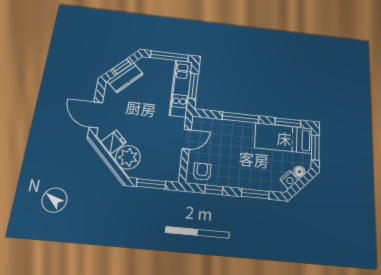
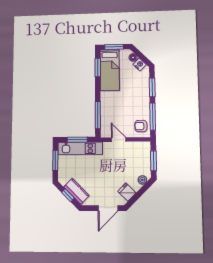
window: (170, 56) -> (55, 160), width x0.69
window: (241, 118) -> (98, 115), moved
plant: (128, 157) -> (142, 180), width x0.53, depth x0.53
window: (214, 190) -> (153, 117), width x2.17

